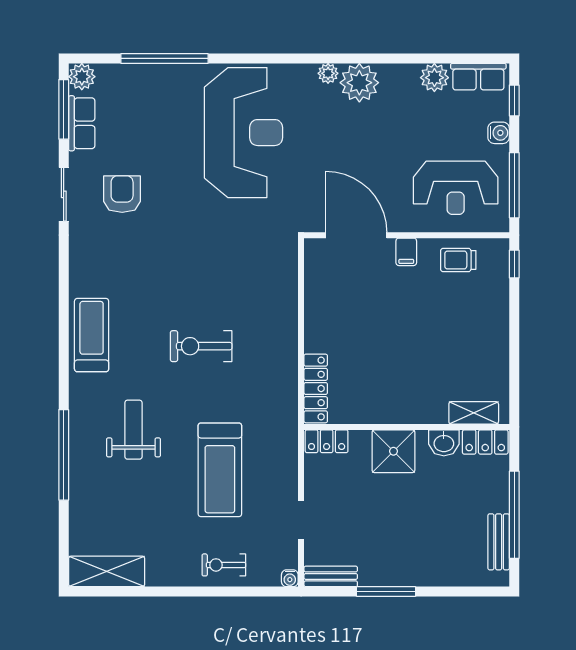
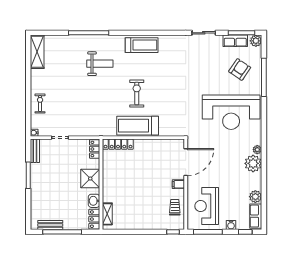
armchair: (122, 194) -> (240, 69), moved, turned -56
treadmill: (220, 470) -> (138, 126), moved

